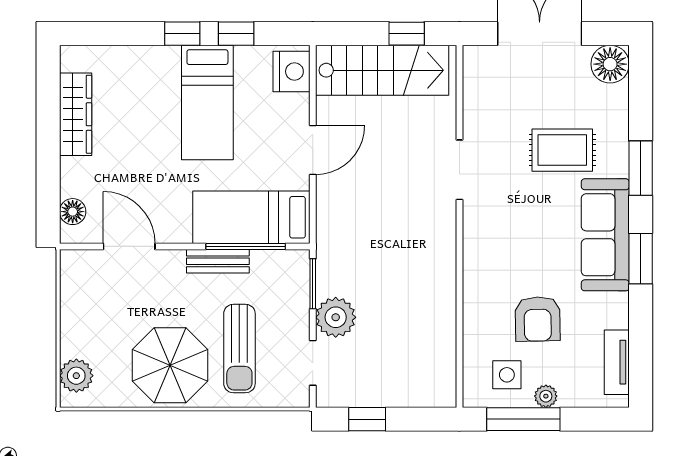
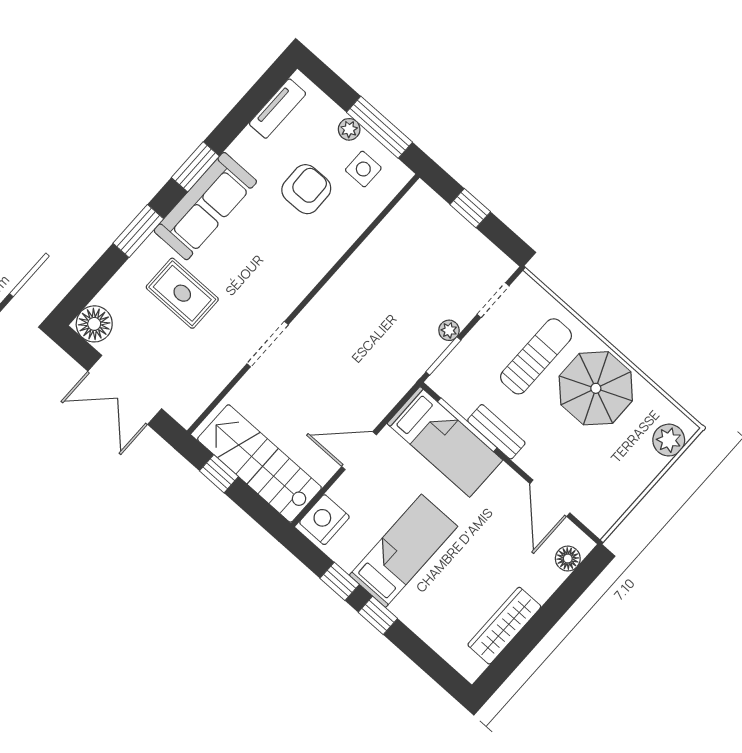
plant: (336, 317) -> (449, 330), width x0.53, depth x0.53
window: (367, 419) -> (470, 208), moved

